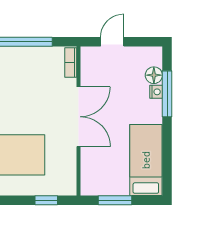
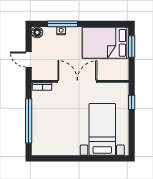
floor lamp: (154, 75) -> (37, 32), moved
bed: (146, 160) -> (105, 43), width x1.50
window: (115, 200) -> (132, 46), moved

